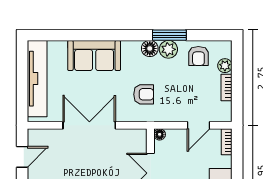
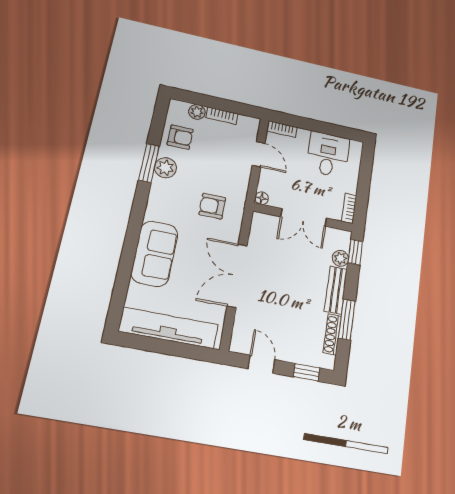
floor lamp: (150, 48) -> (160, 188), removed
armchair: (144, 94) -> (212, 206), turned -90

